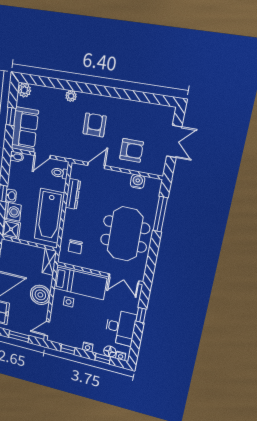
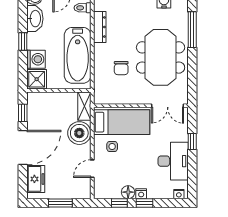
washbasin: (11, 196) -> (35, 19), moved, width x1.91, depth x1.45
chair: (75, 247) -> (121, 68), moved
boiler: (40, 295) -> (79, 133), moved
door: (47, 329) -> (92, 169), moved
floor lamp: (110, 351) -> (128, 192), moved
window: (103, 359) -> (145, 203), moved

